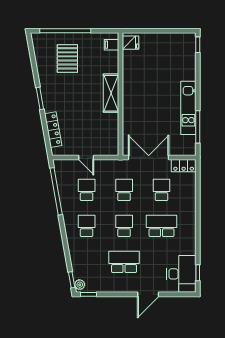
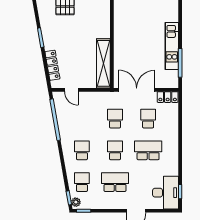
shelving: (111, 93) -> (103, 63), moved, width x1.47
door: (86, 157) -> (71, 90), moved
school desk: (87, 190) -> (82, 182), moved

